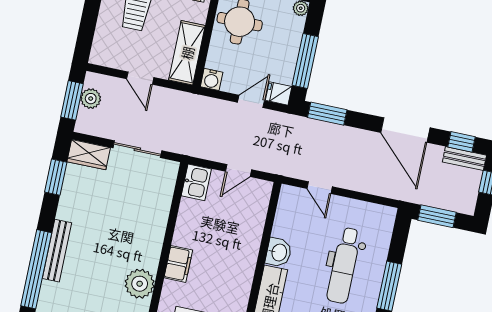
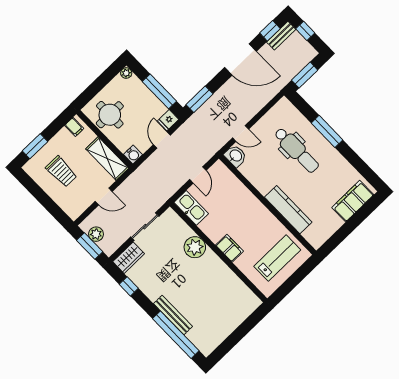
window: (56, 177) -> (129, 286), width x0.67
kitchen sink: (196, 182) -> (191, 208), width x1.38
washbasin: (279, 252) -> (235, 156), moved
plant: (140, 284) -> (195, 247), moved

